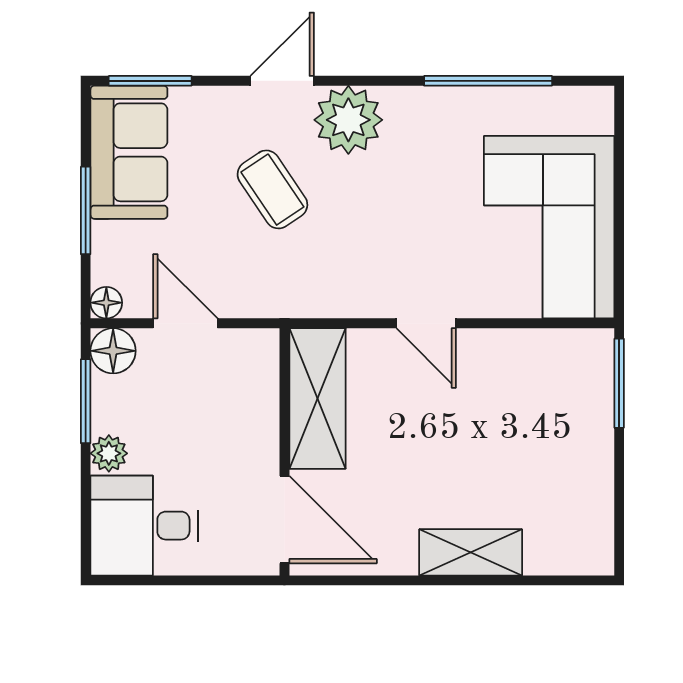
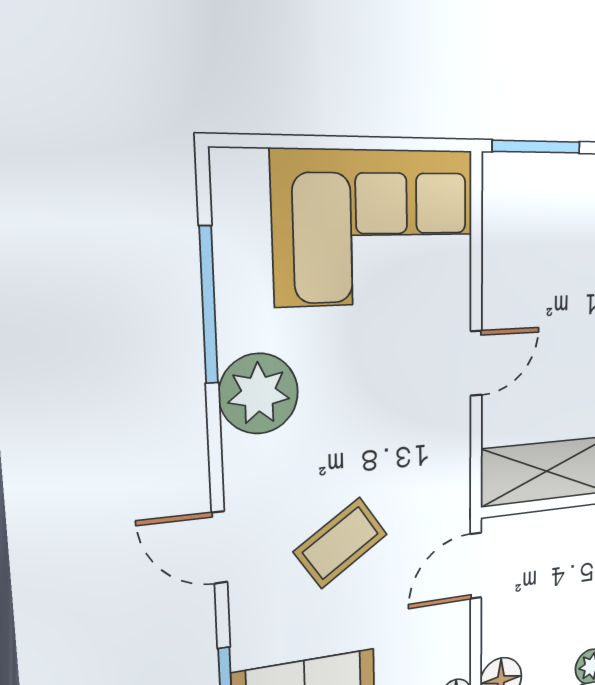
plant: (348, 120) -> (259, 394), moved
door: (185, 323) -> (476, 566), moved

